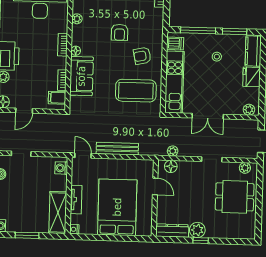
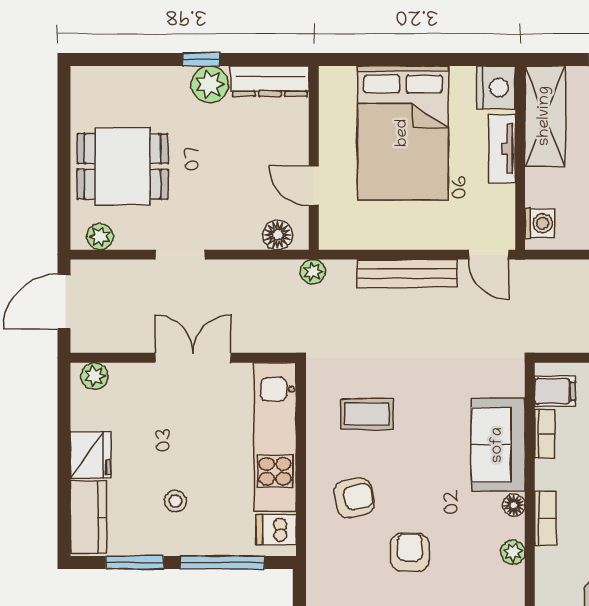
plant: (77, 19) -> (513, 552), moved
coffee table: (136, 91) -> (367, 414), width x0.54, depth x0.58
plant: (173, 151) -> (313, 272), moved
nightstand: (74, 229) -> (496, 88), width x1.89, depth x1.79

